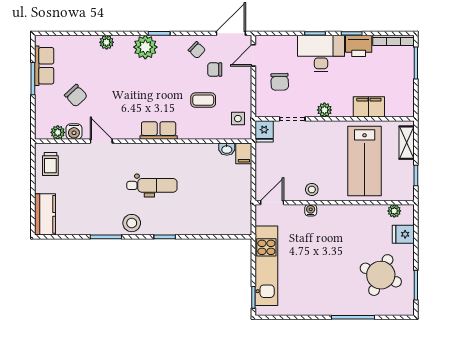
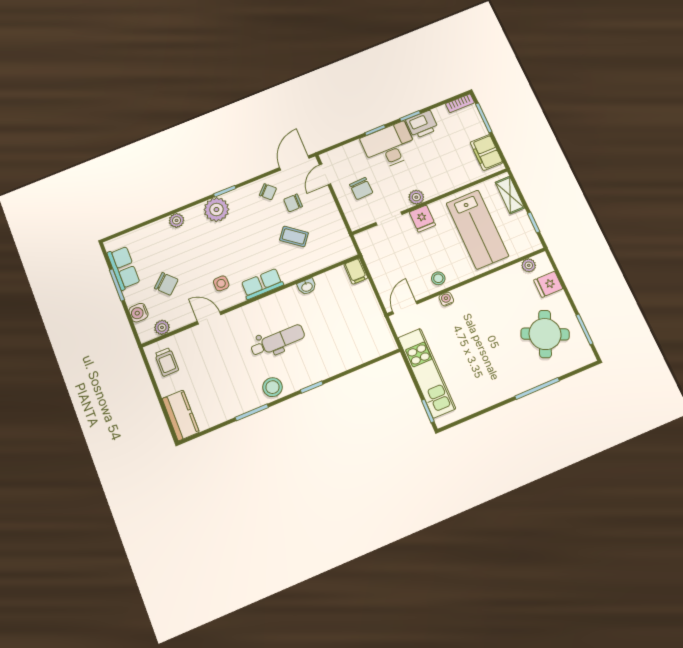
bookcase: (394, 40) -> (460, 103), width x0.64
coffee table: (203, 100) -> (294, 236), turned 38
filing cabinet: (369, 107) -> (486, 153), moved, turned -90
side table: (238, 119) -> (221, 283), moved
fridge: (264, 131) -> (422, 219), moved
water cooler: (74, 132) -> (139, 313), moved, turned 90
washbasin: (227, 149) -> (307, 287), moved

